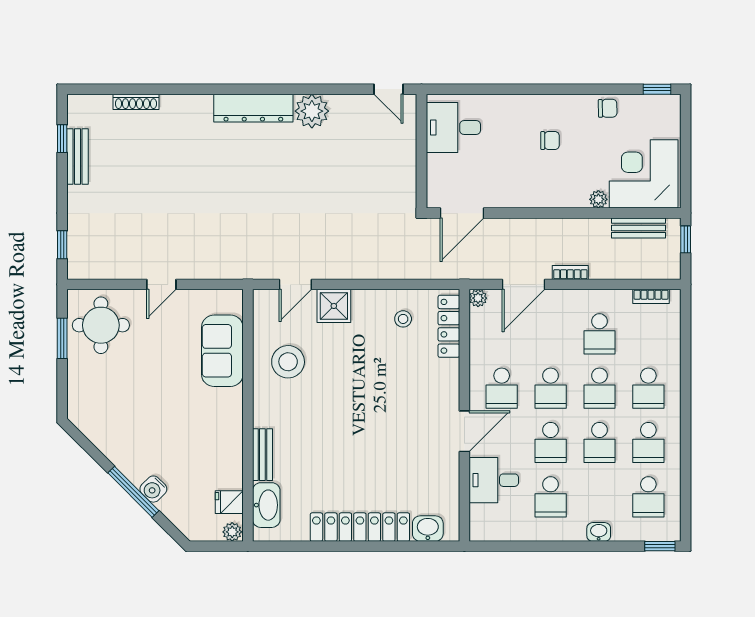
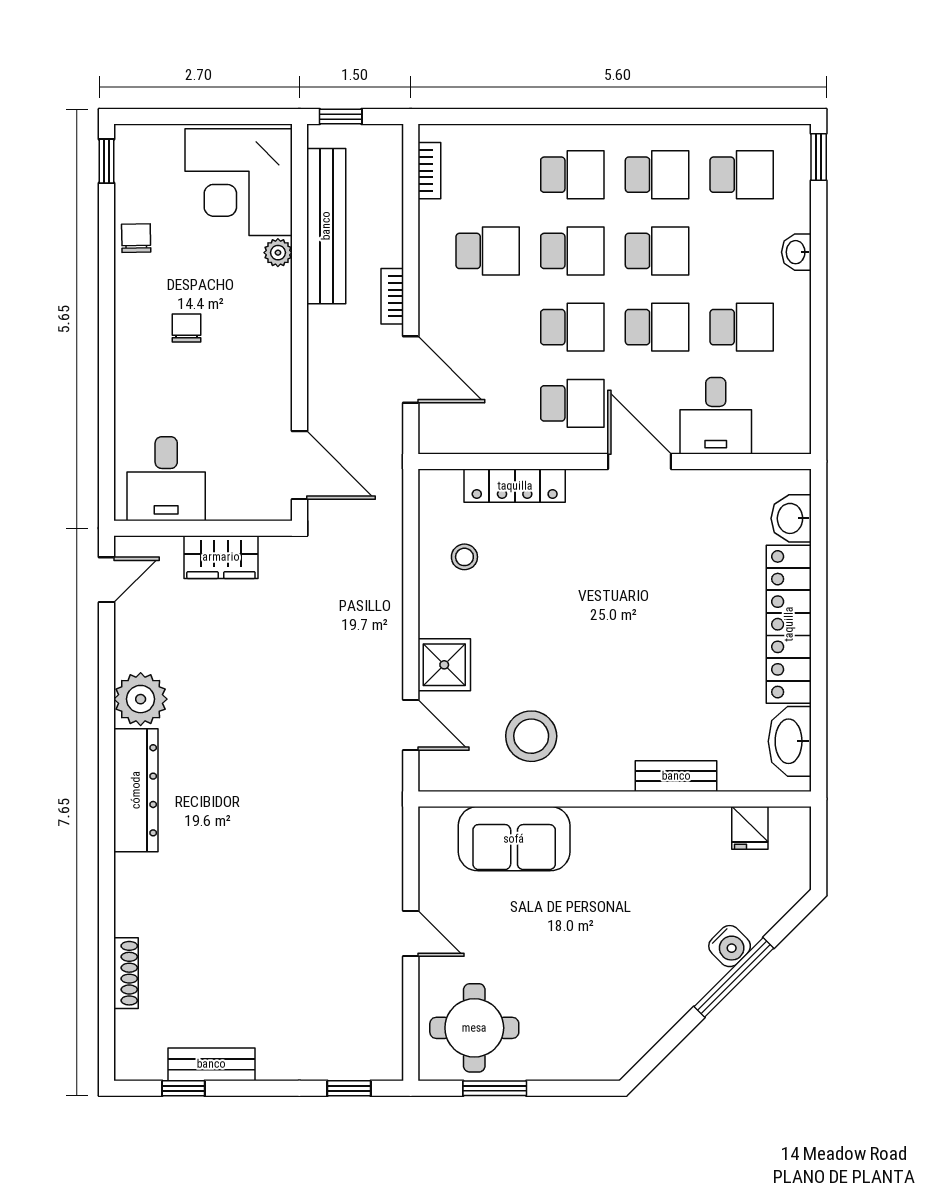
wardrobe: (403, 163) -> (221, 557), added
bench: (638, 228) -> (326, 226), width x1.86, depth x1.21
plant: (478, 298) -> (432, 440), removed
locker: (449, 326) -> (515, 486), moved
washbasin: (266, 505) -> (790, 741), moved, turned -90
plant: (232, 532) -> (796, 823), removed

